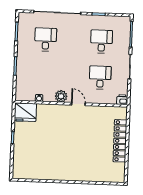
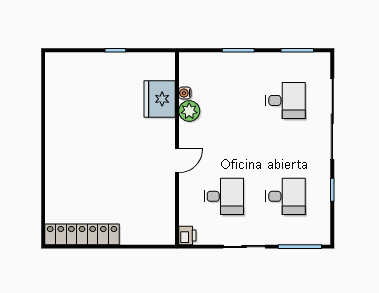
plant: (61, 96) -> (189, 111), moved
fridge: (25, 112) -> (160, 99), moved
locker: (120, 141) -> (82, 234), moved

